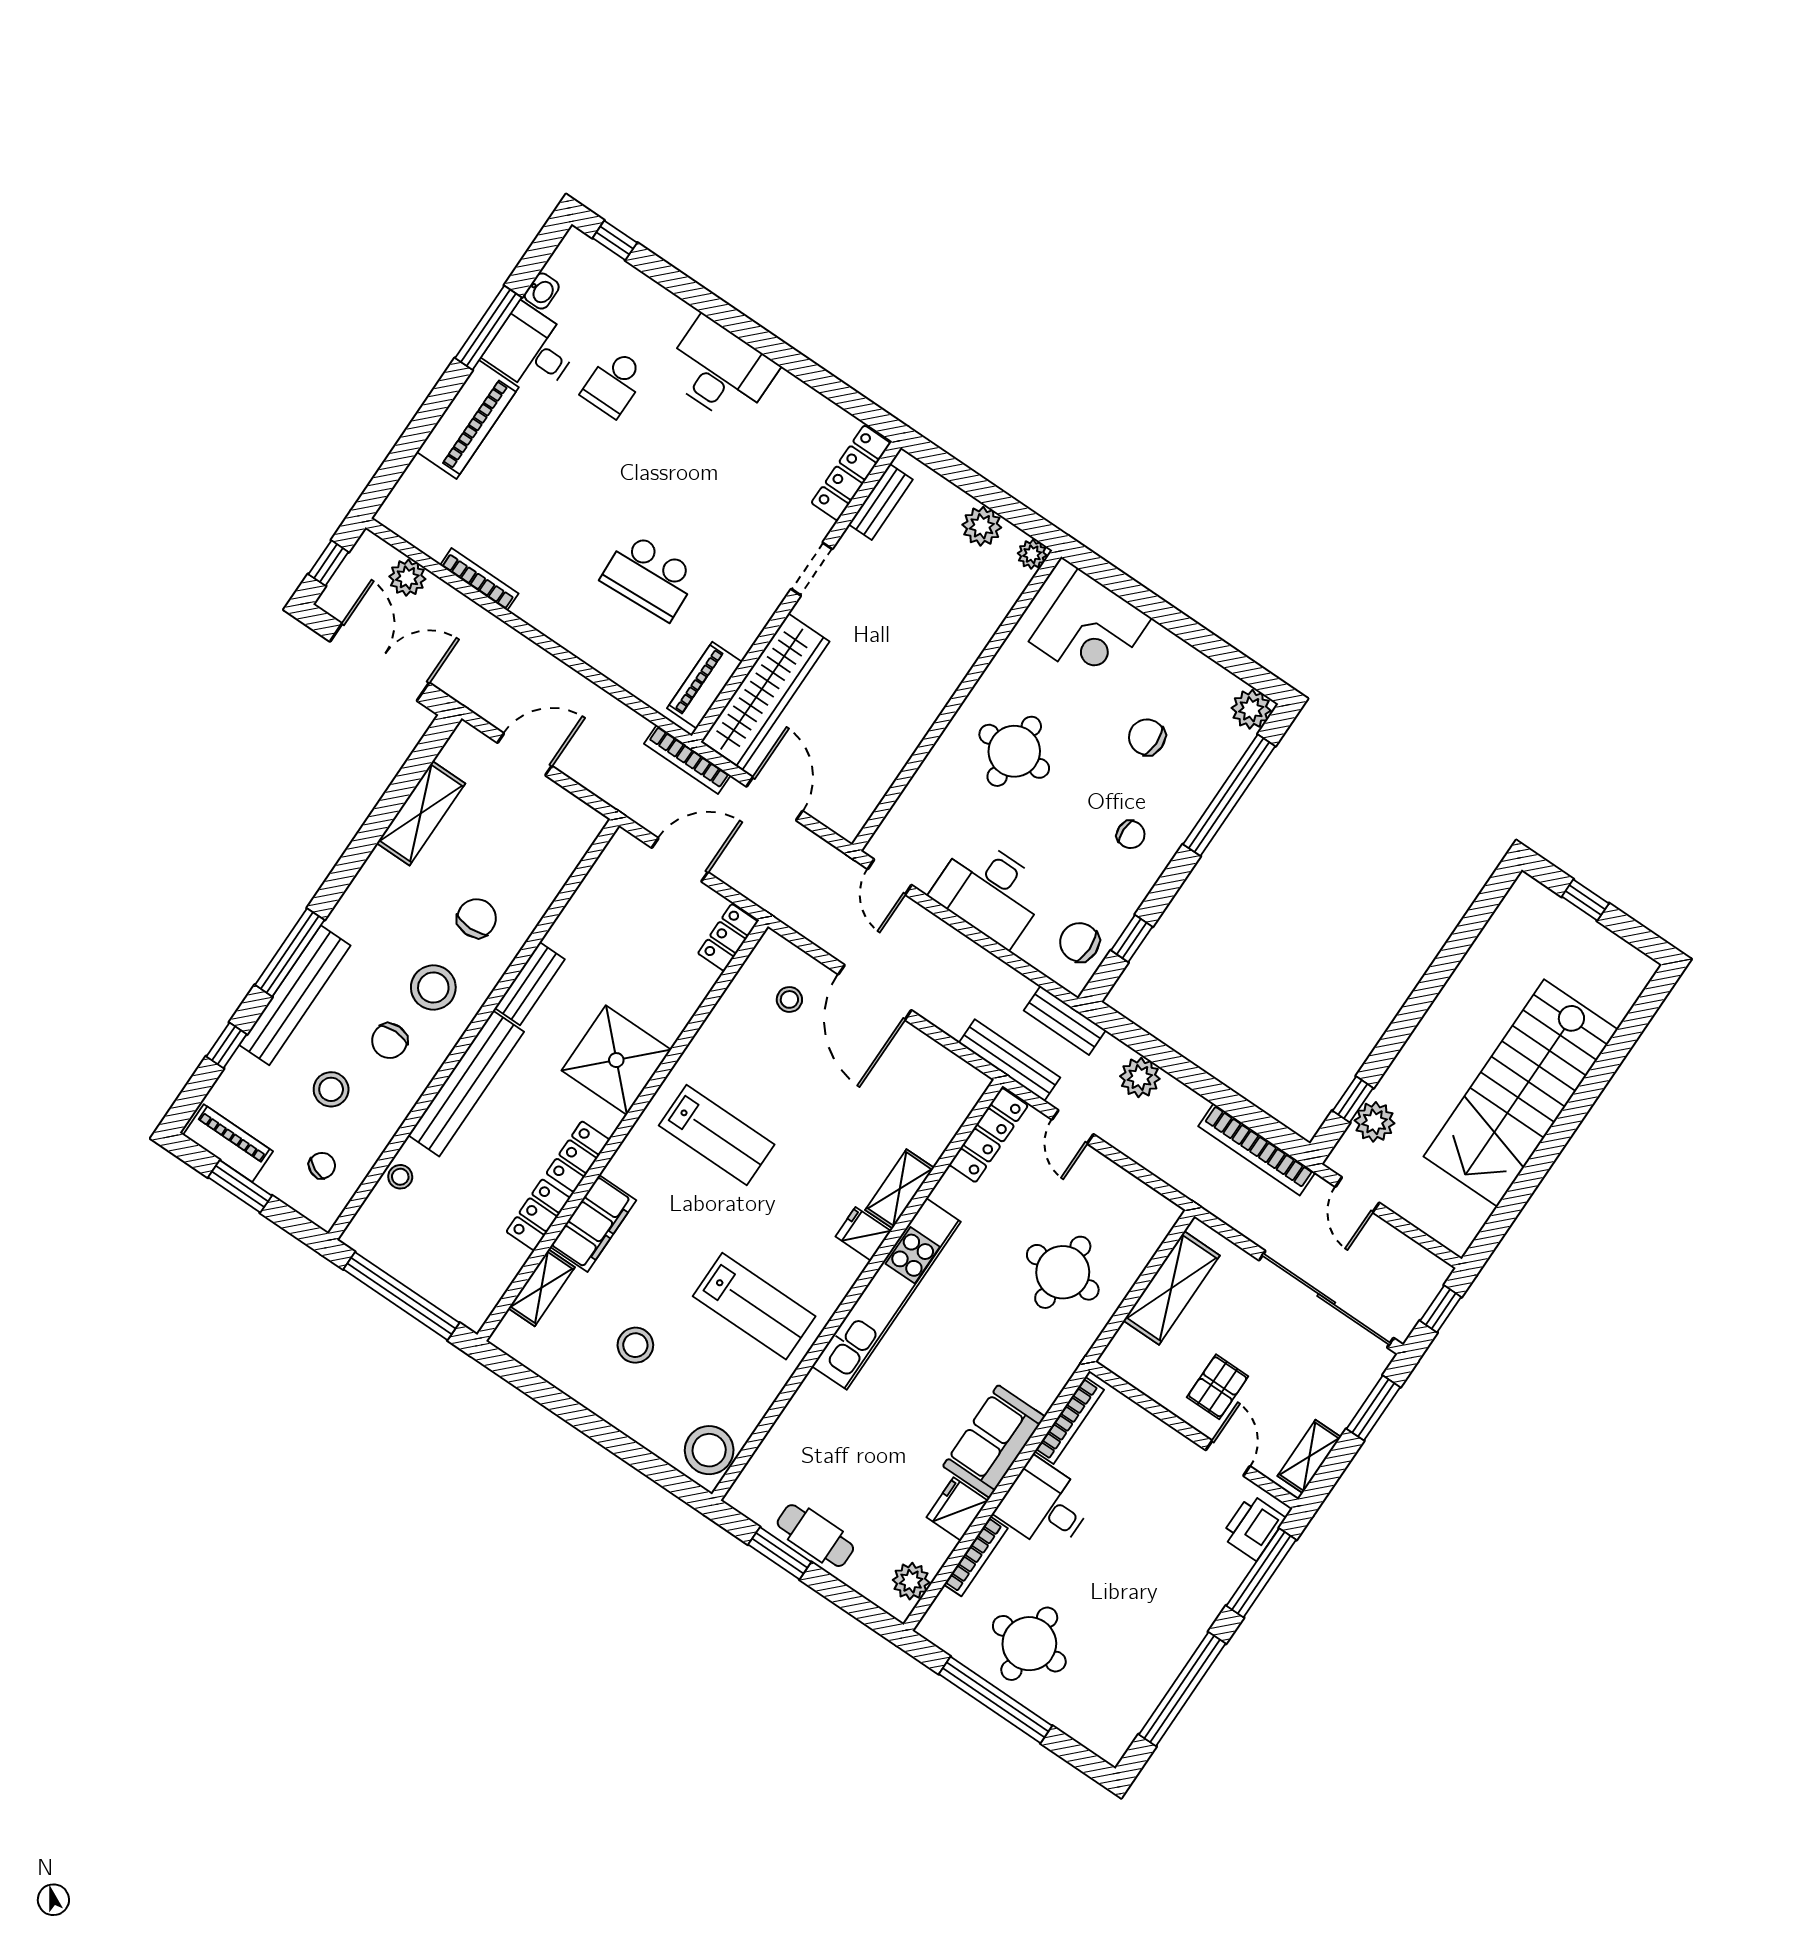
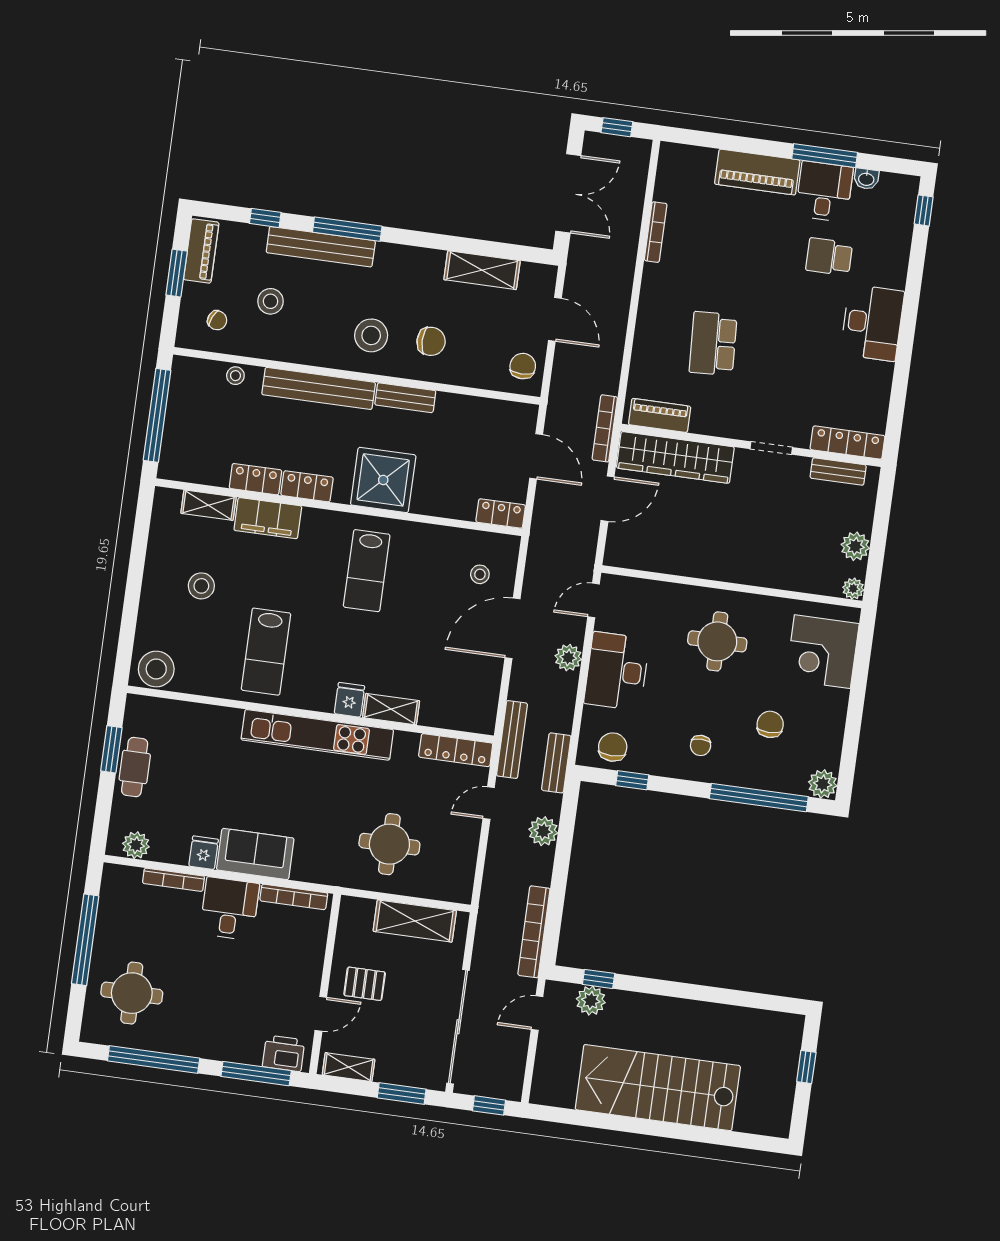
plant: (407, 578) -> (568, 658), moved
chair: (390, 1041) -> (523, 366), moved, turned 90
fridge: (957, 1509) -> (204, 853), width x0.72
round table: (1029, 1644) -> (132, 993), moved

